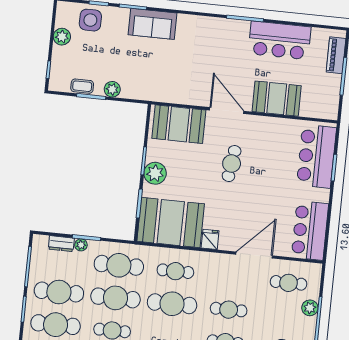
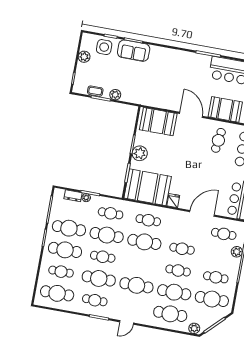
sofa: (153, 24) -> (134, 51), moved
cafe table: (232, 164) -> (218, 140), moved
cafe table: (119, 265) -> (111, 213), width x0.73, depth x0.74

